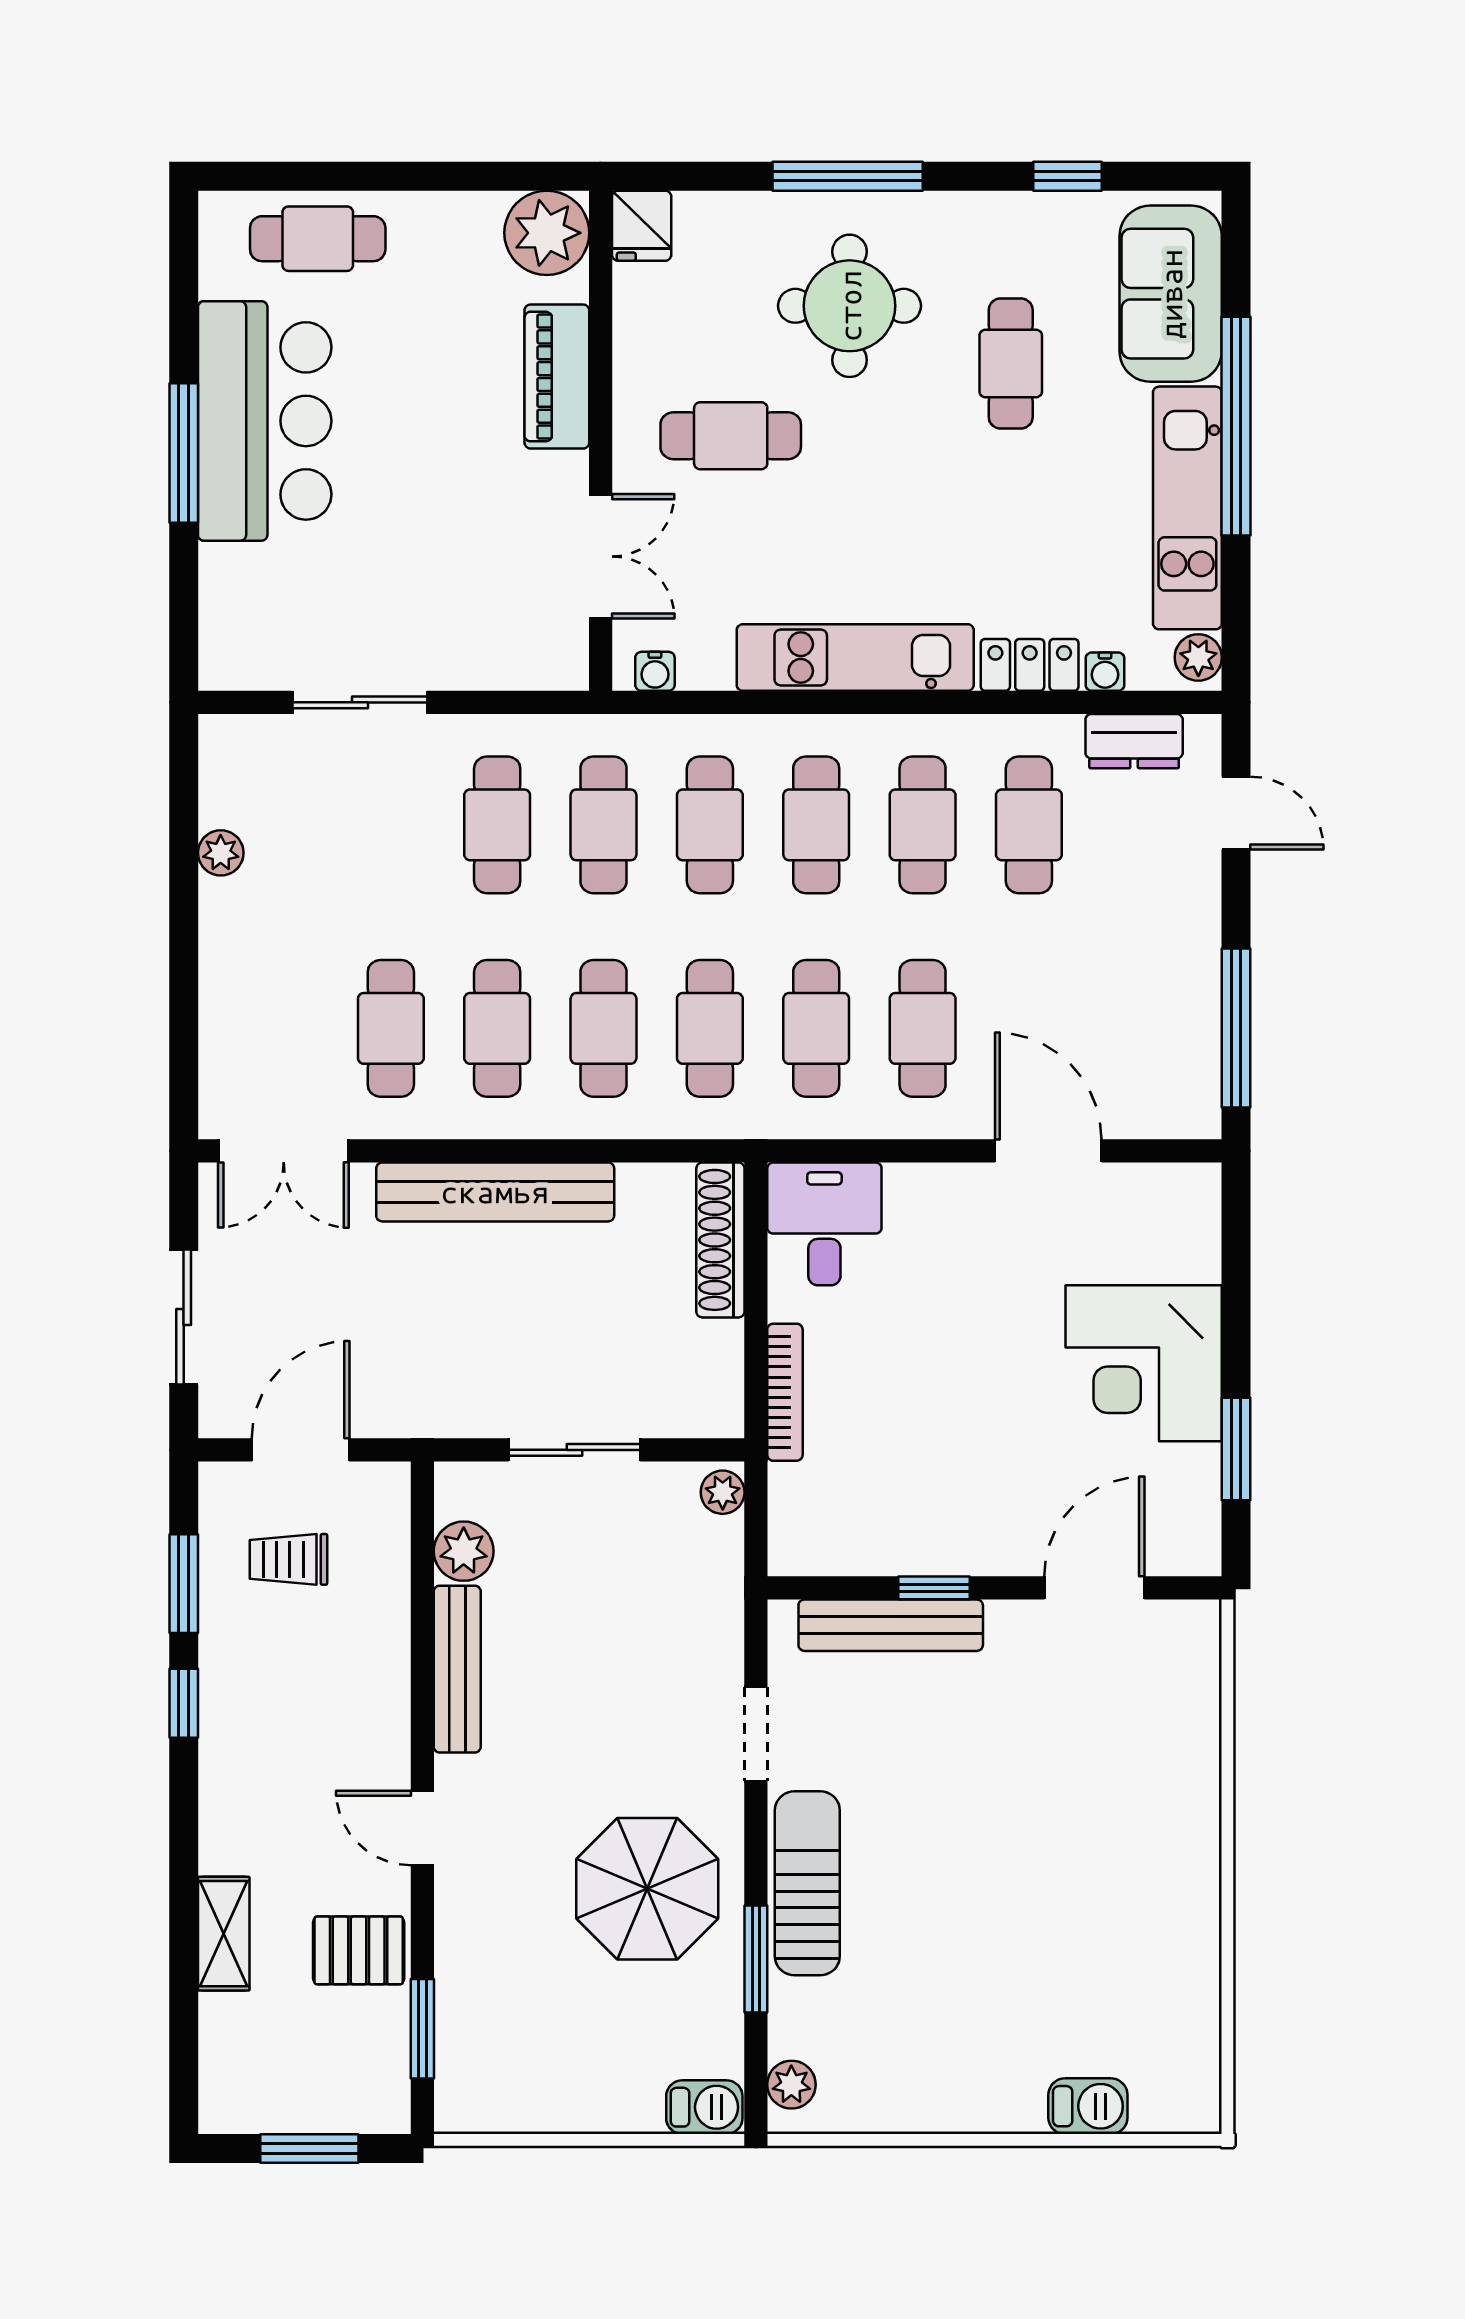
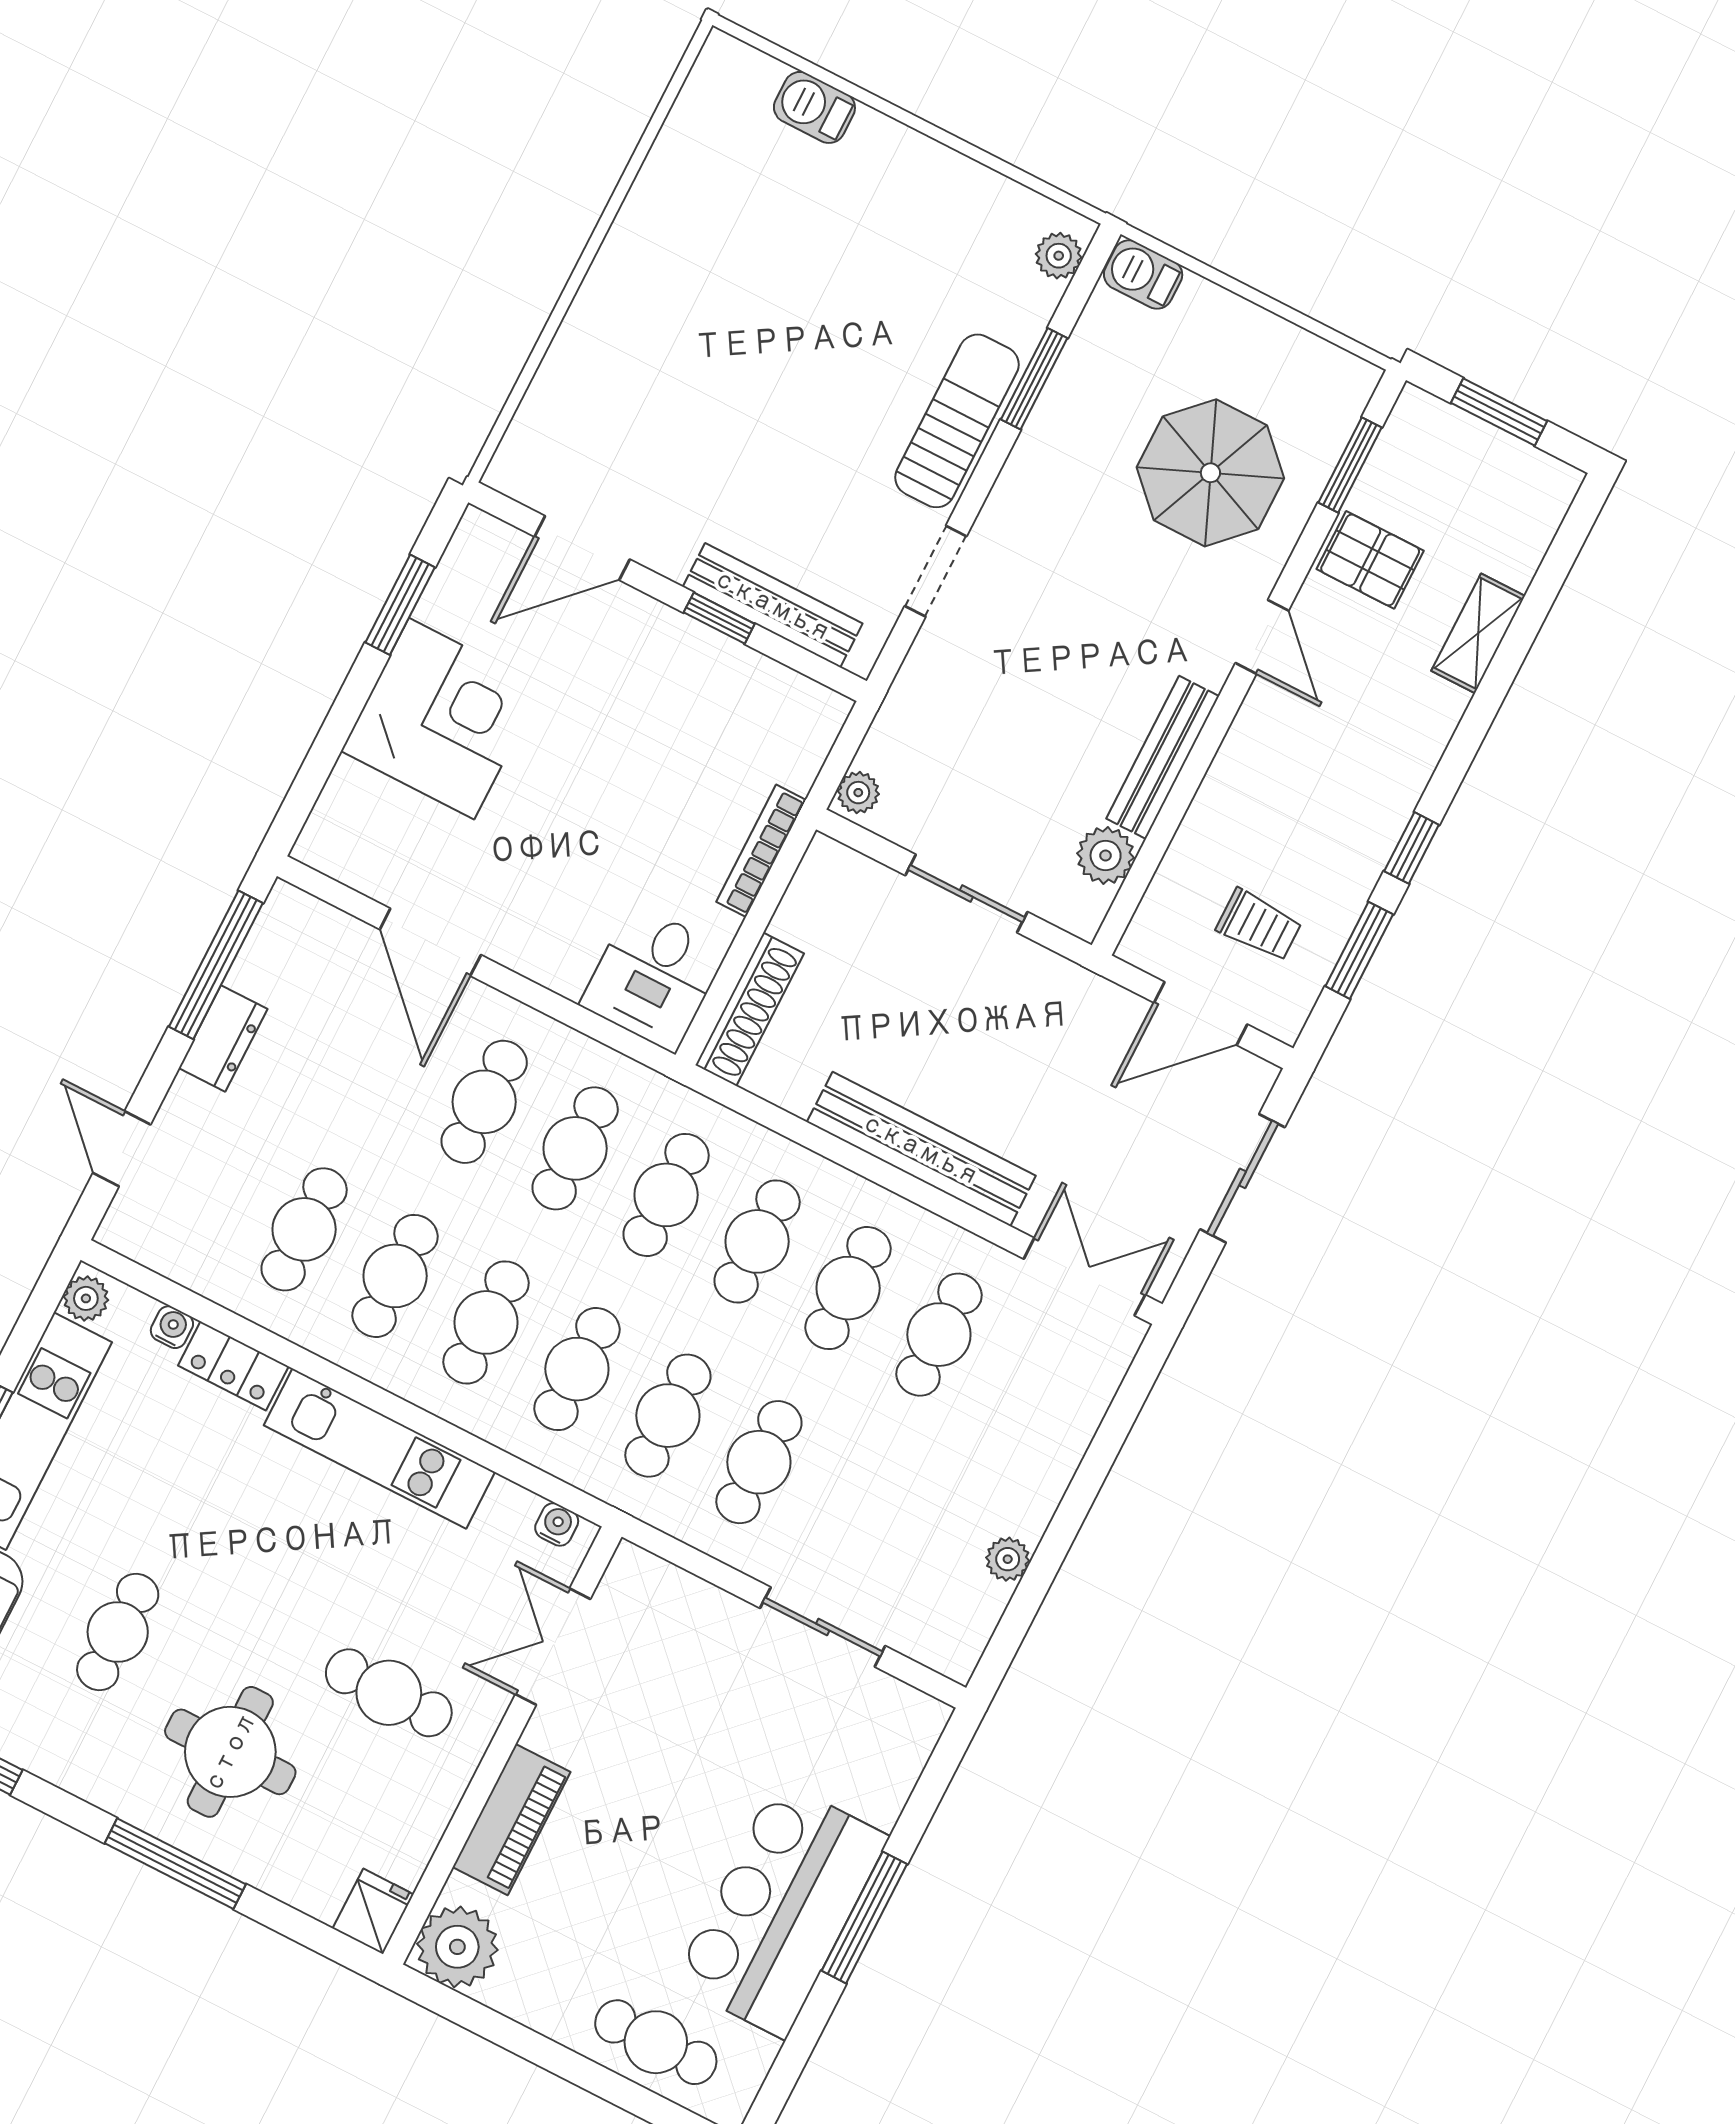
dresser: (1134, 741) -> (223, 1039), moved, turned 90
sun lounger: (807, 1883) -> (957, 421), turned 180
parasol: (647, 1889) -> (1210, 473), moved

